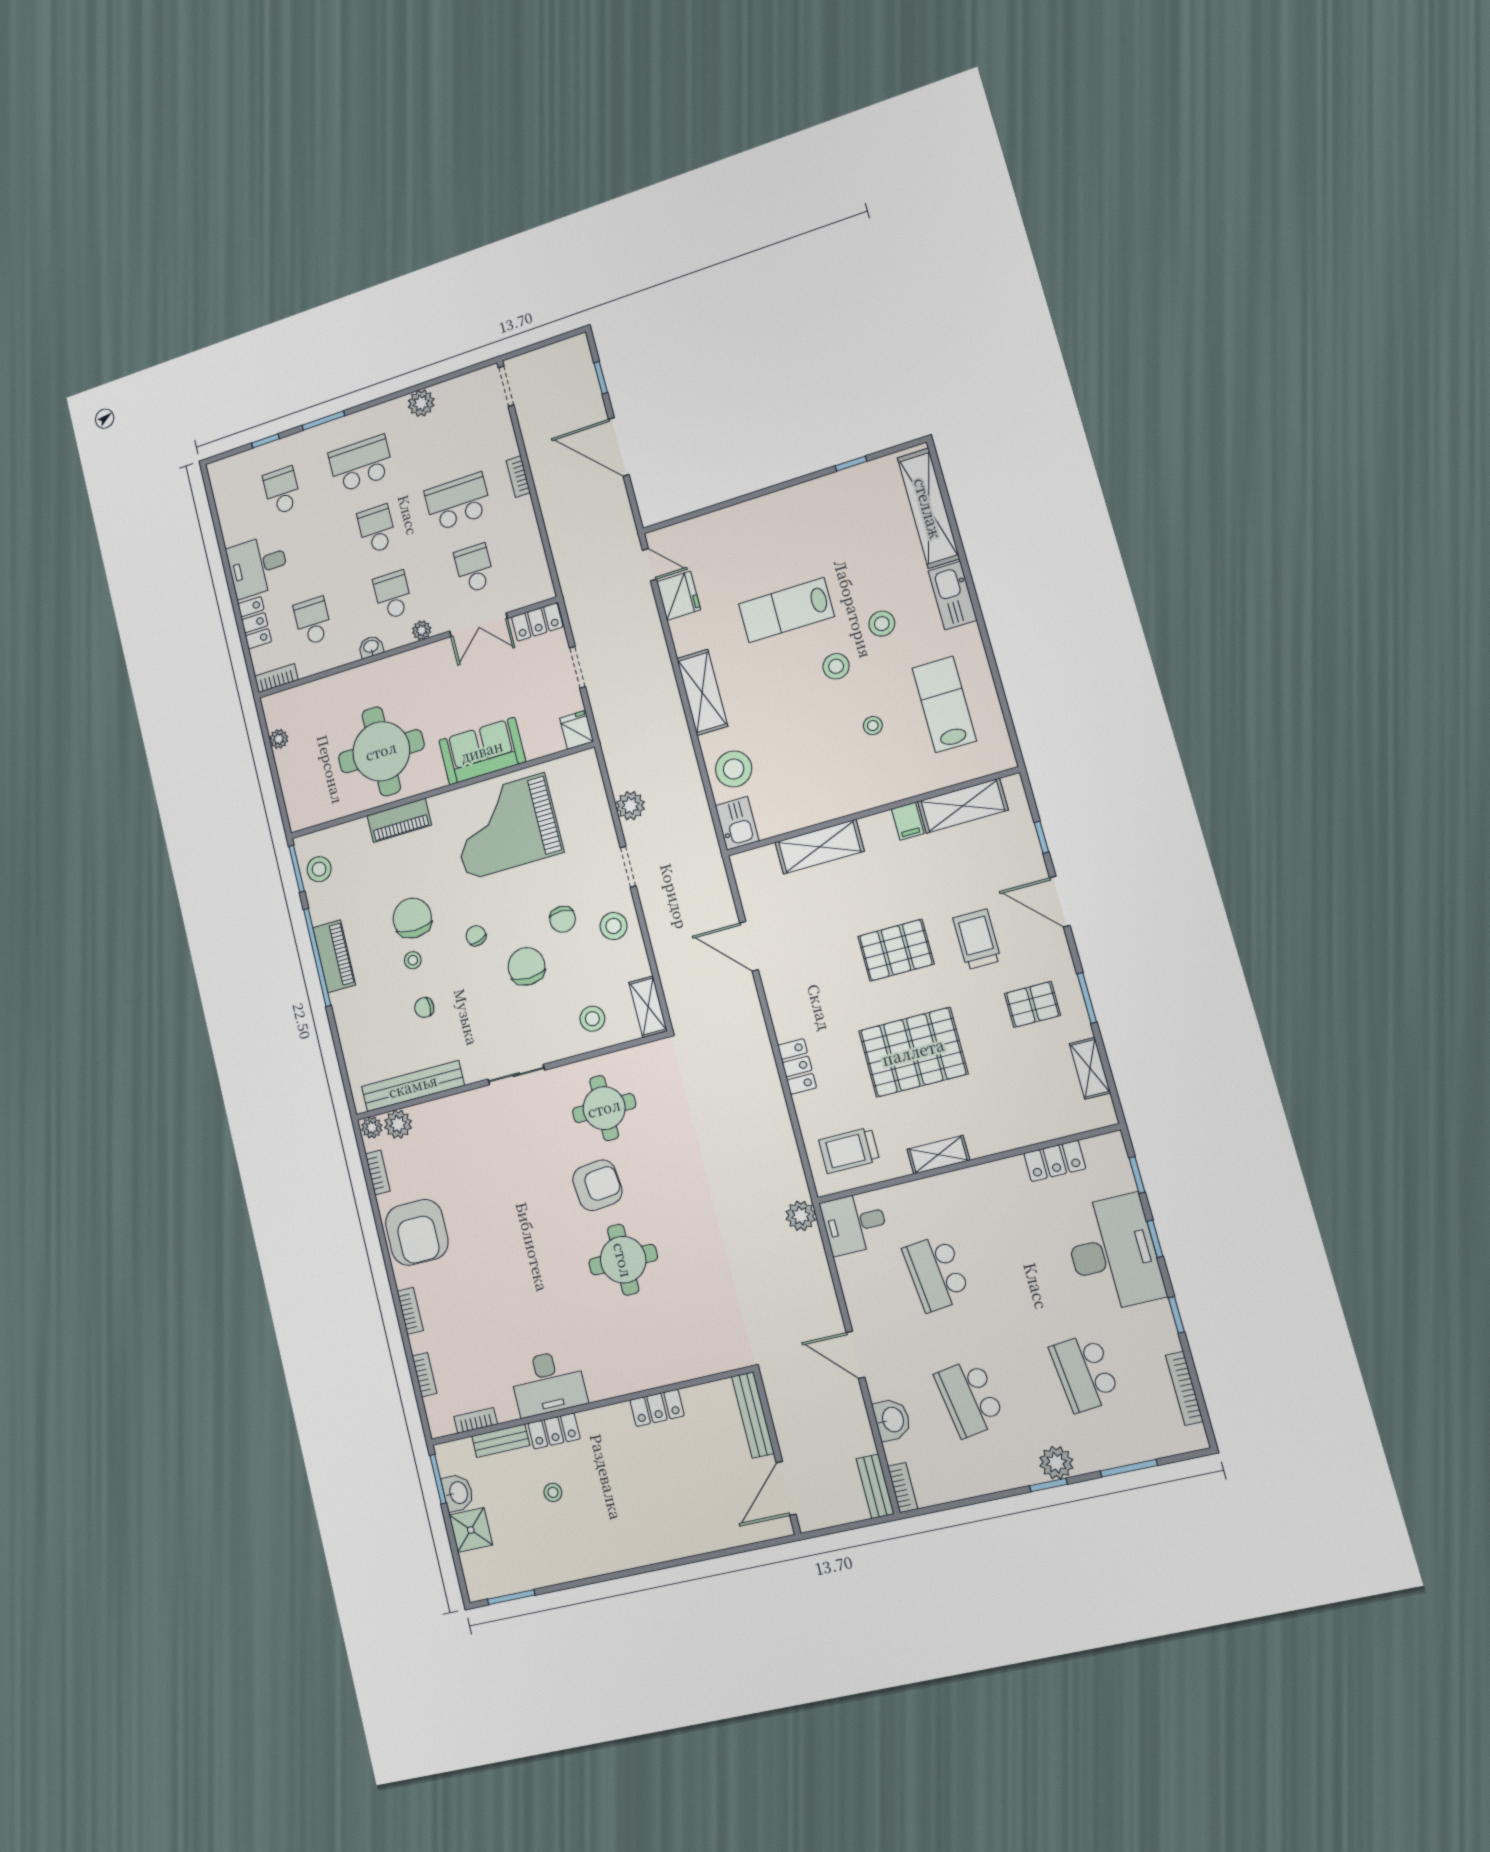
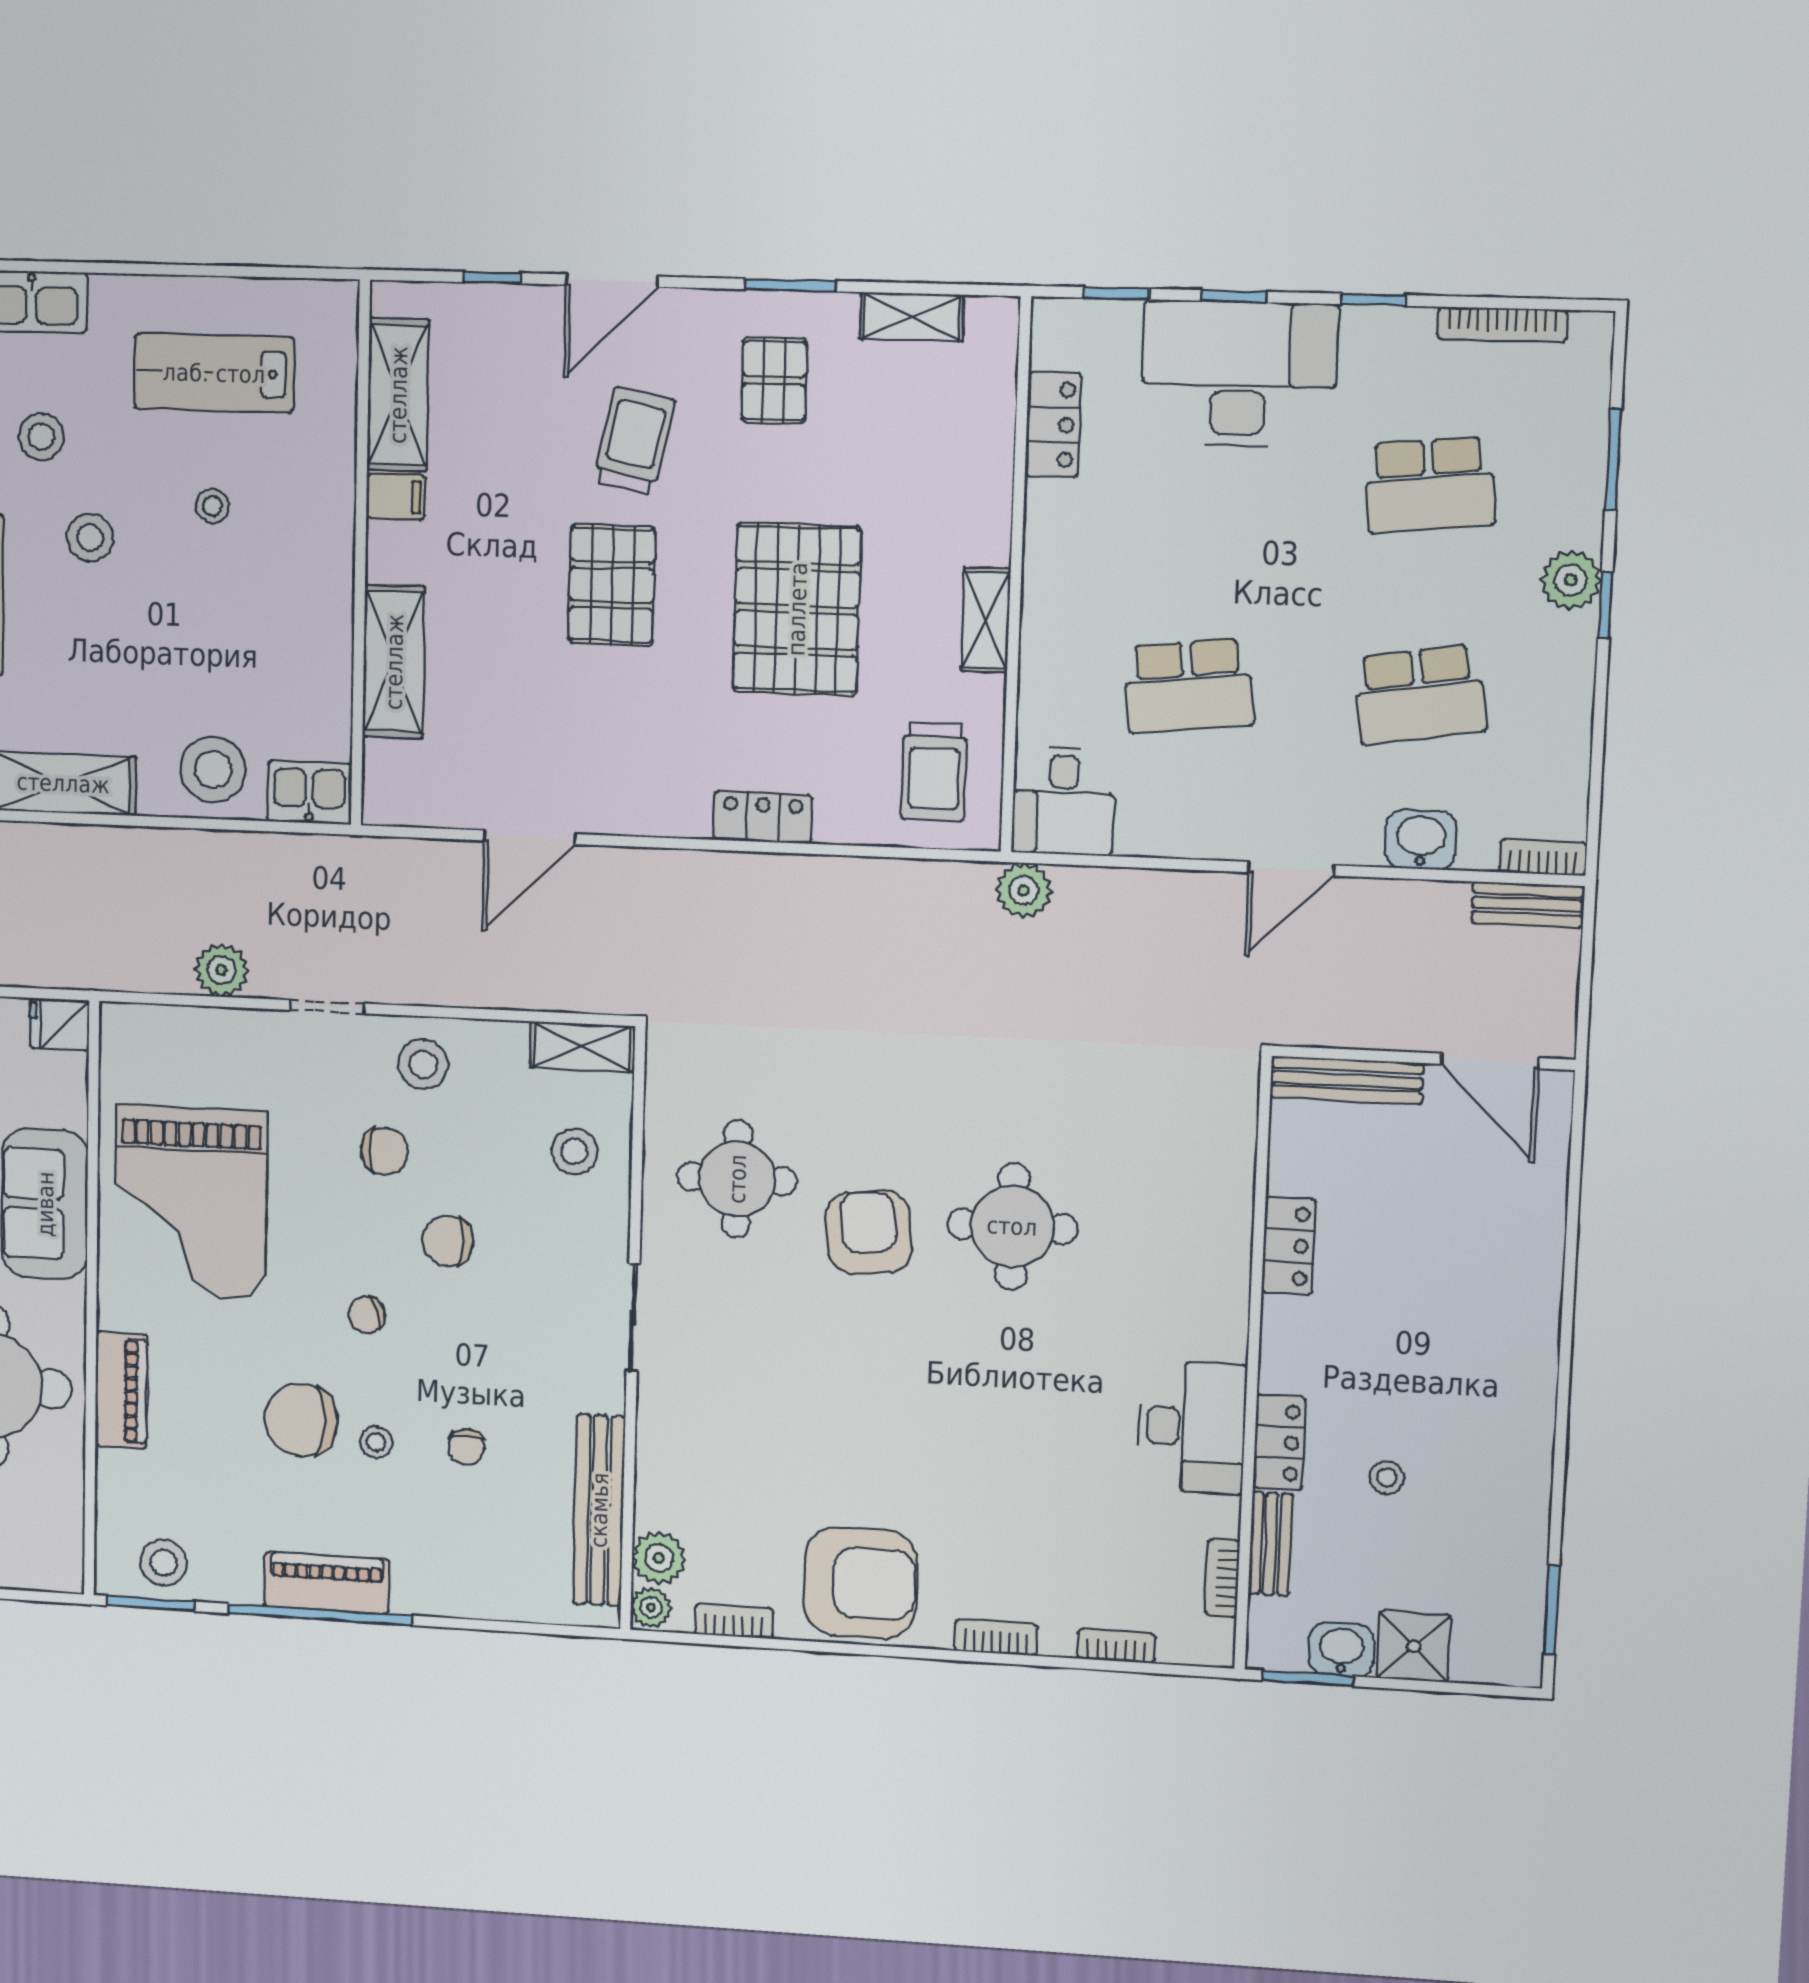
trolley: (977, 939) -> (634, 441), turned 102
chair: (526, 966) -> (448, 1241), width x0.73, depth x0.73

